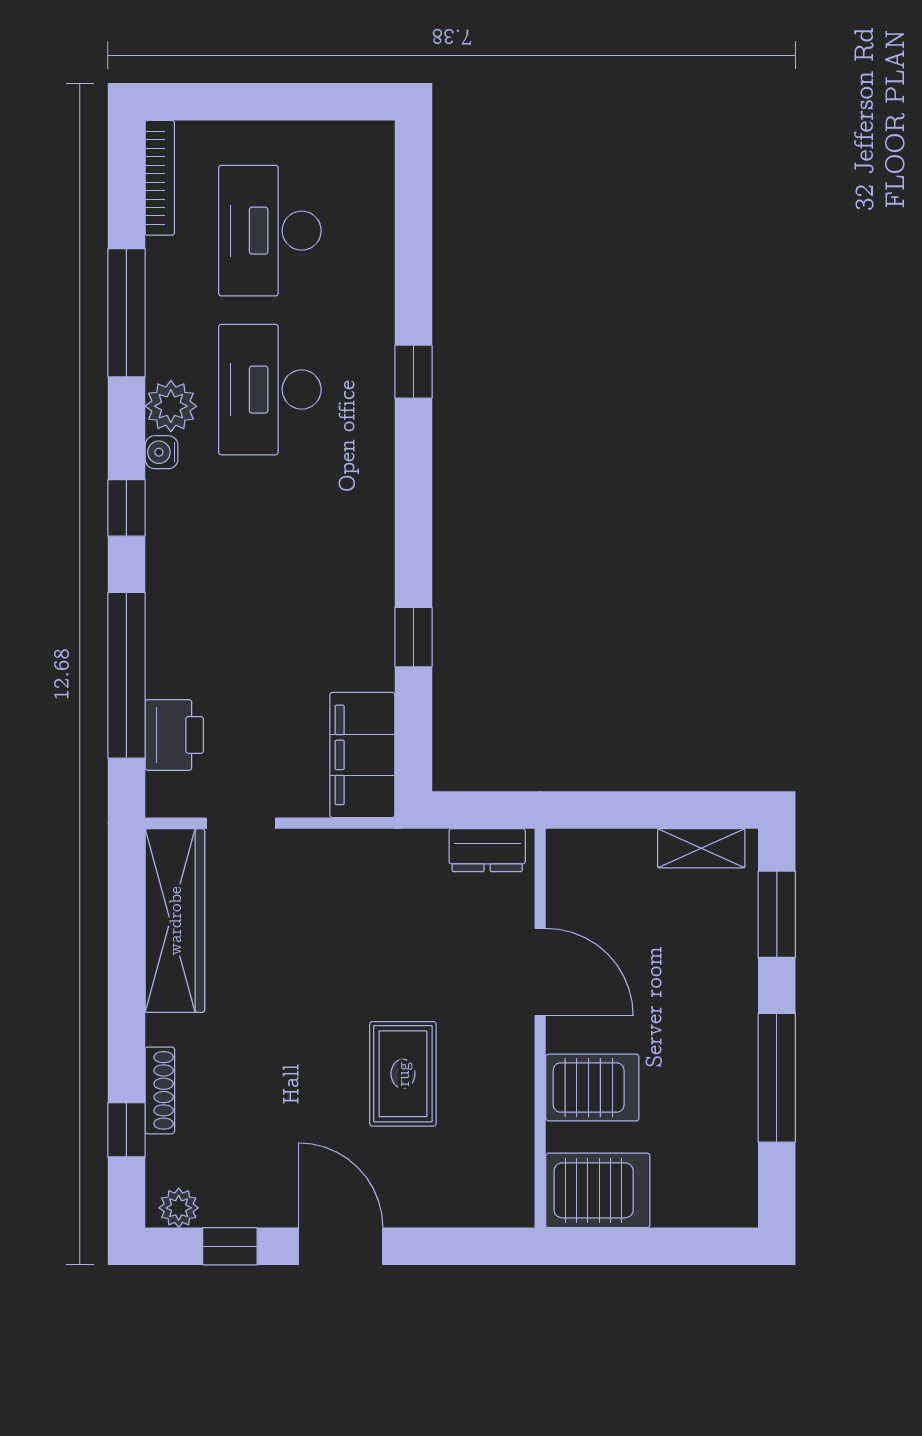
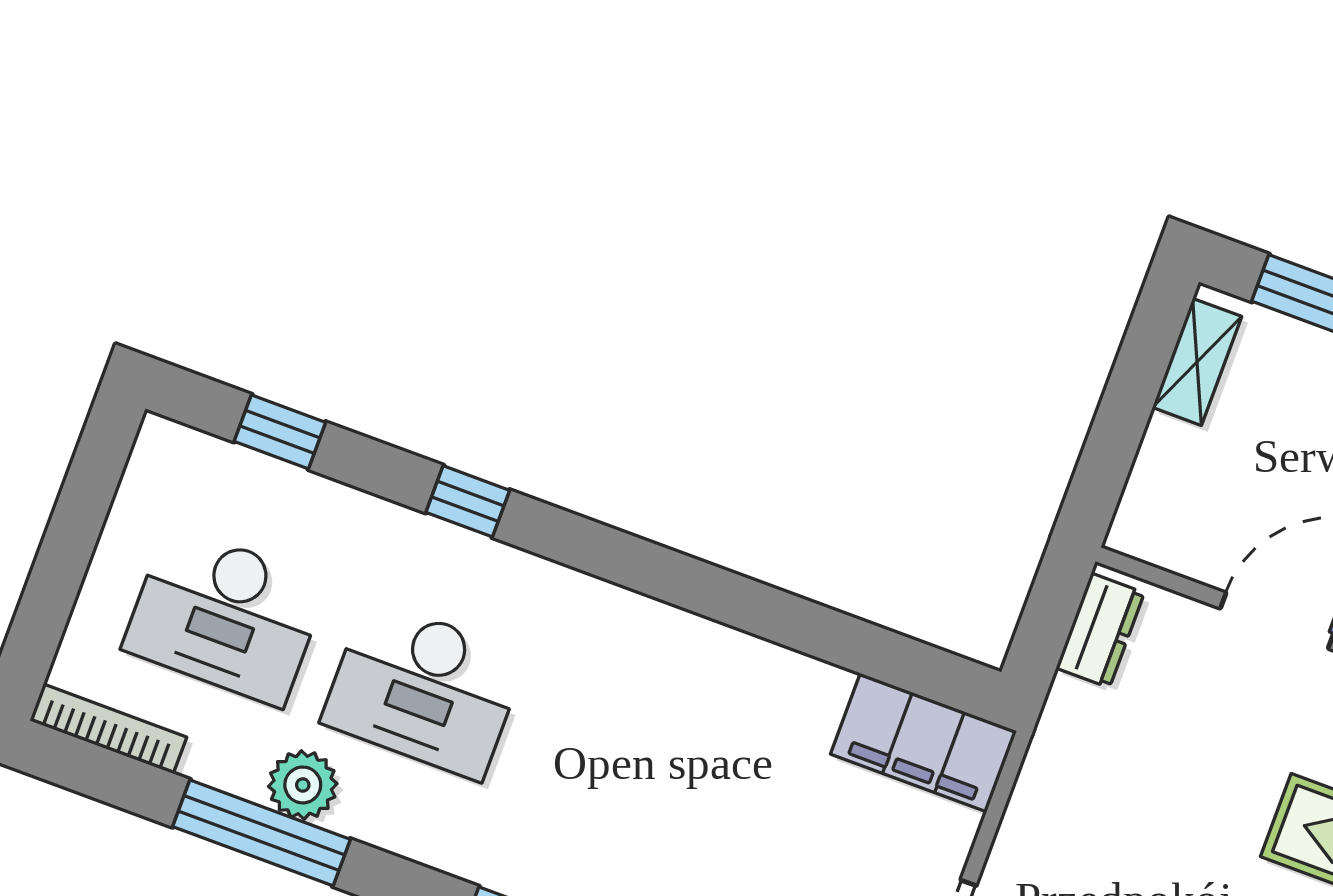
plant: (171, 406) -> (303, 785), moved
water cooler: (162, 452) -> (452, 854), removed
window: (413, 637) -> (280, 432), moved

